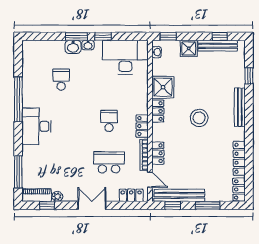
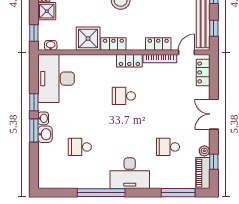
school desk: (109, 162) -> (168, 147), moved, width x0.54

